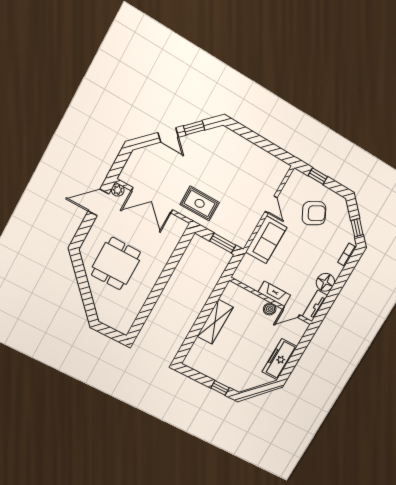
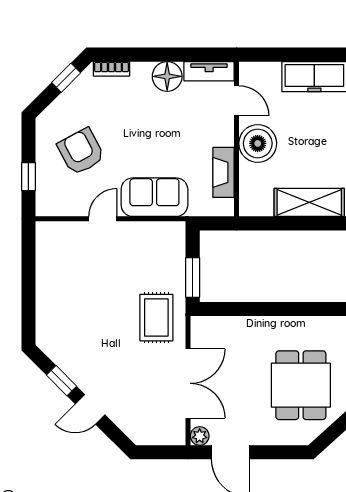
door: (168, 135) -> (90, 409), swing flipped
window: (223, 243) -> (193, 278), moved
dining table: (116, 264) -> (301, 385), turned 90
fireplace: (274, 294) -> (224, 172), moved
boiler: (270, 309) -> (258, 143), width x1.86, depth x1.86

